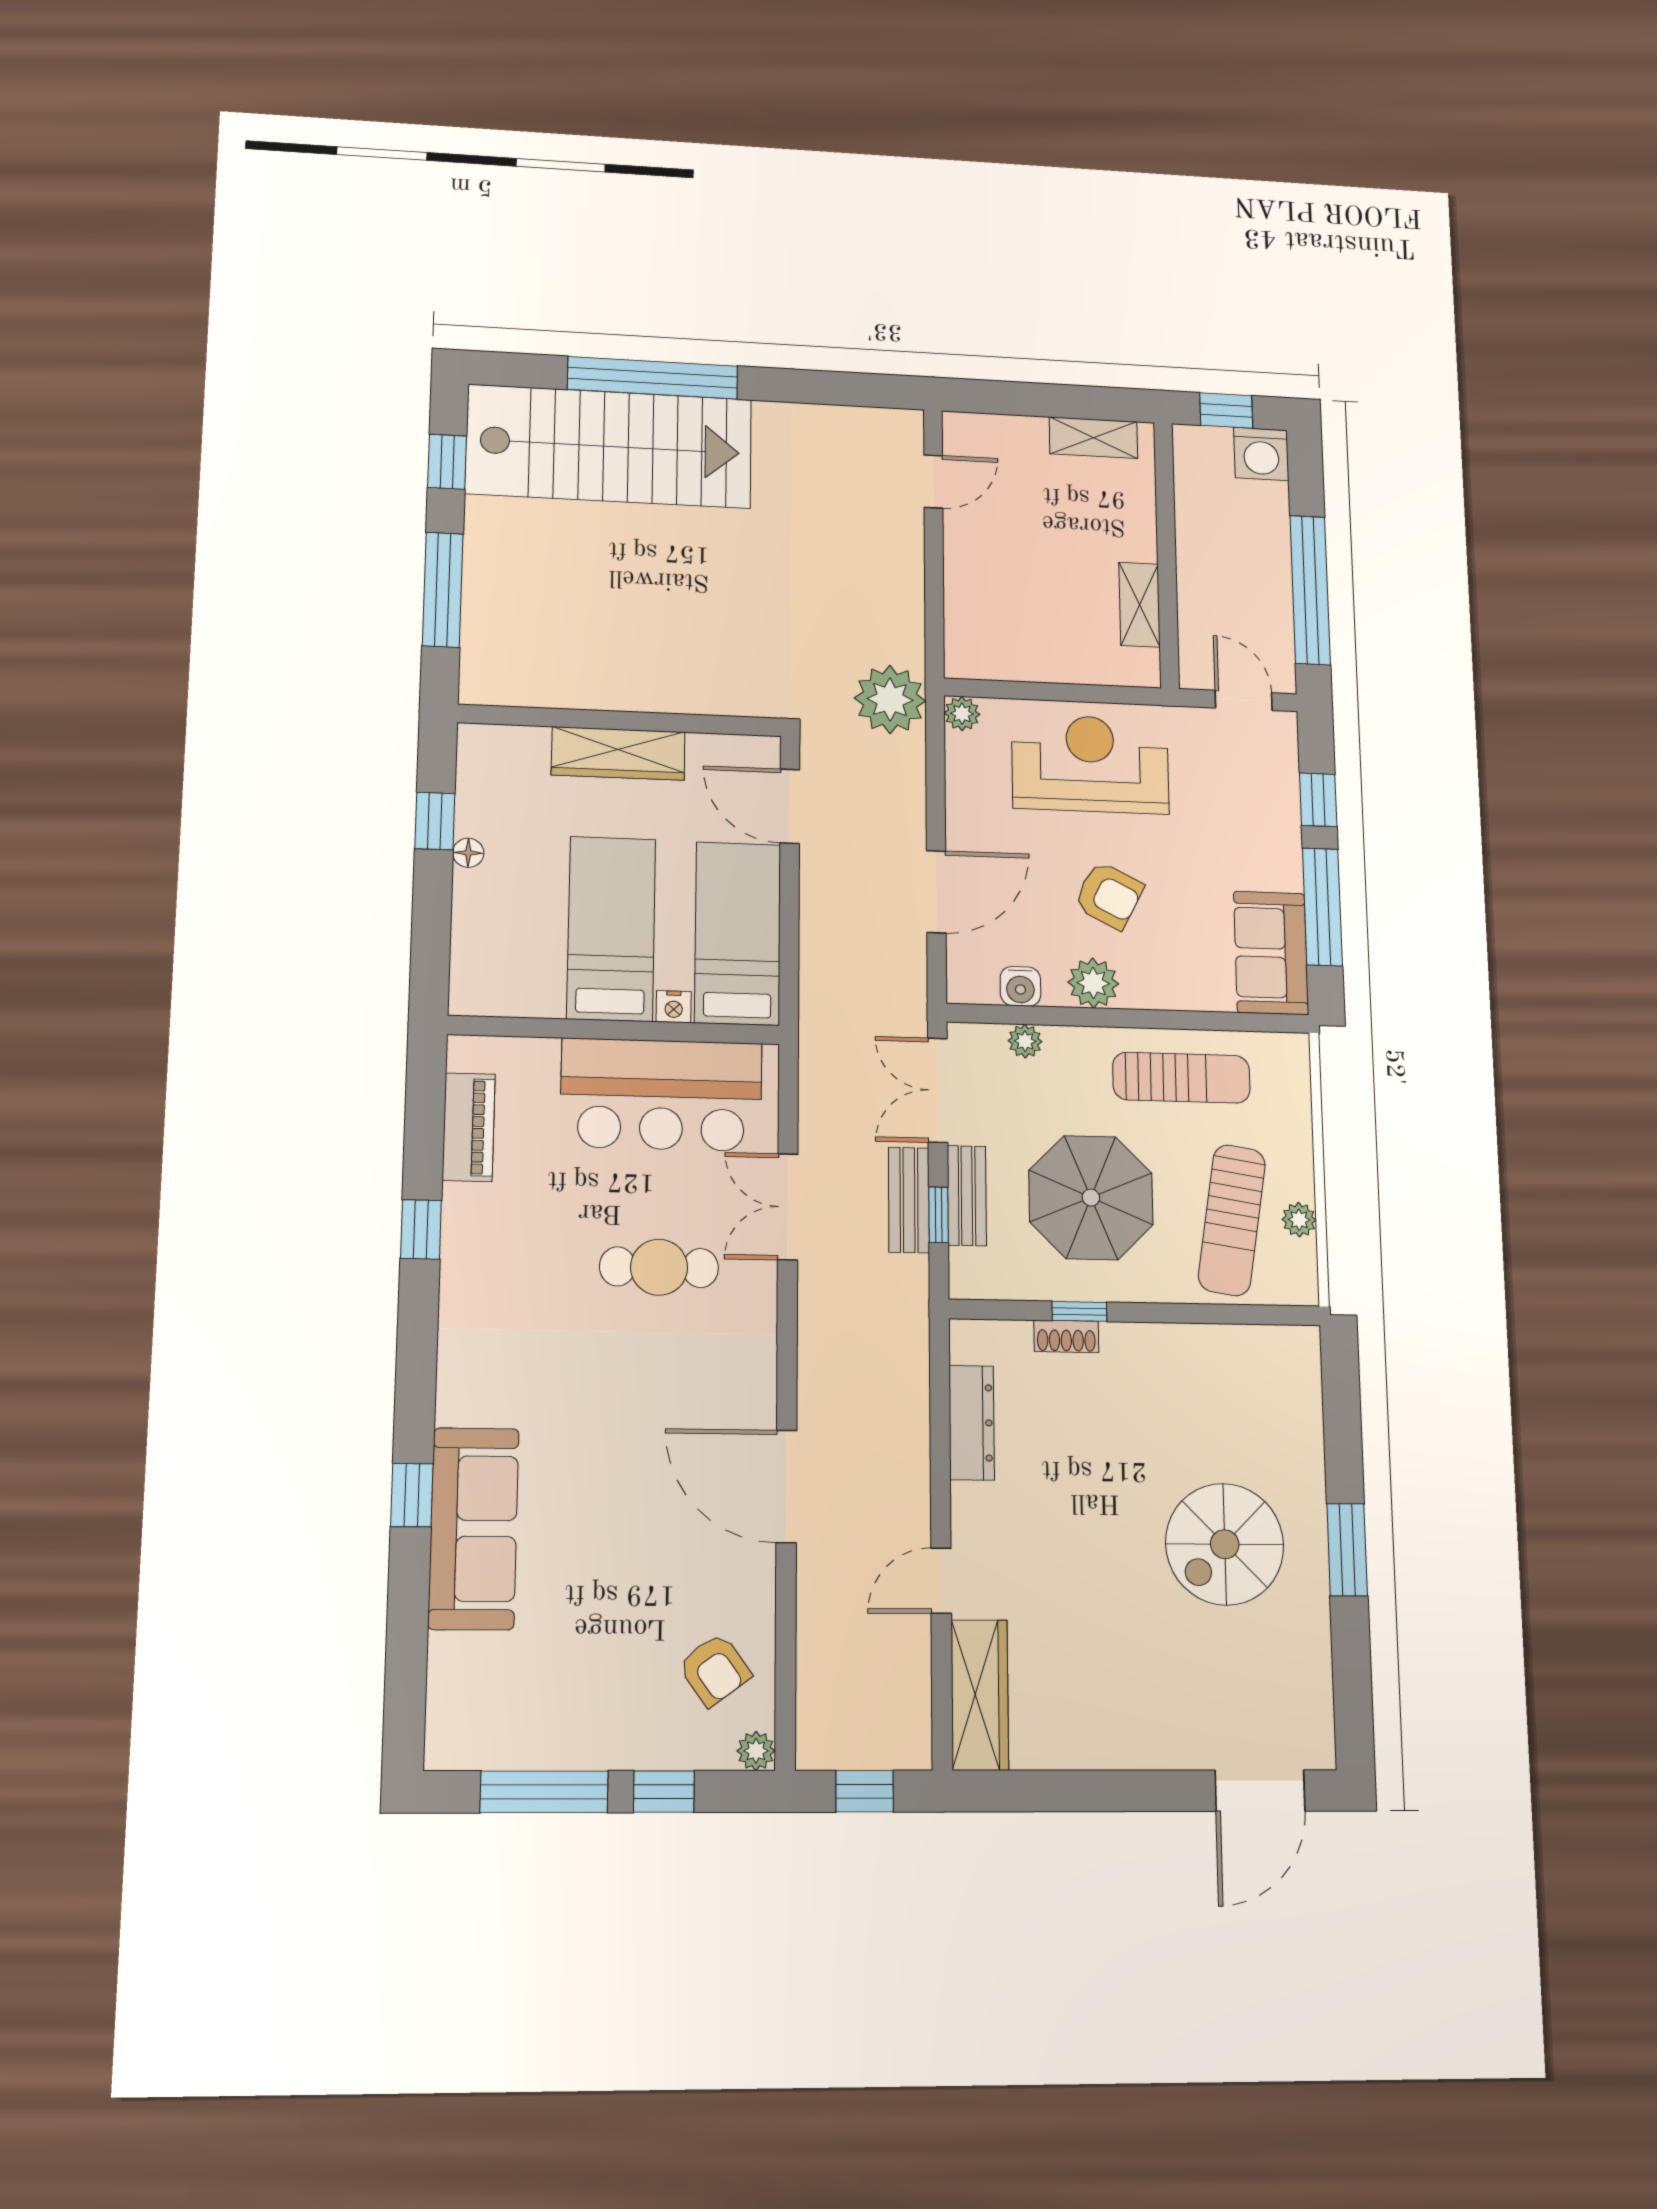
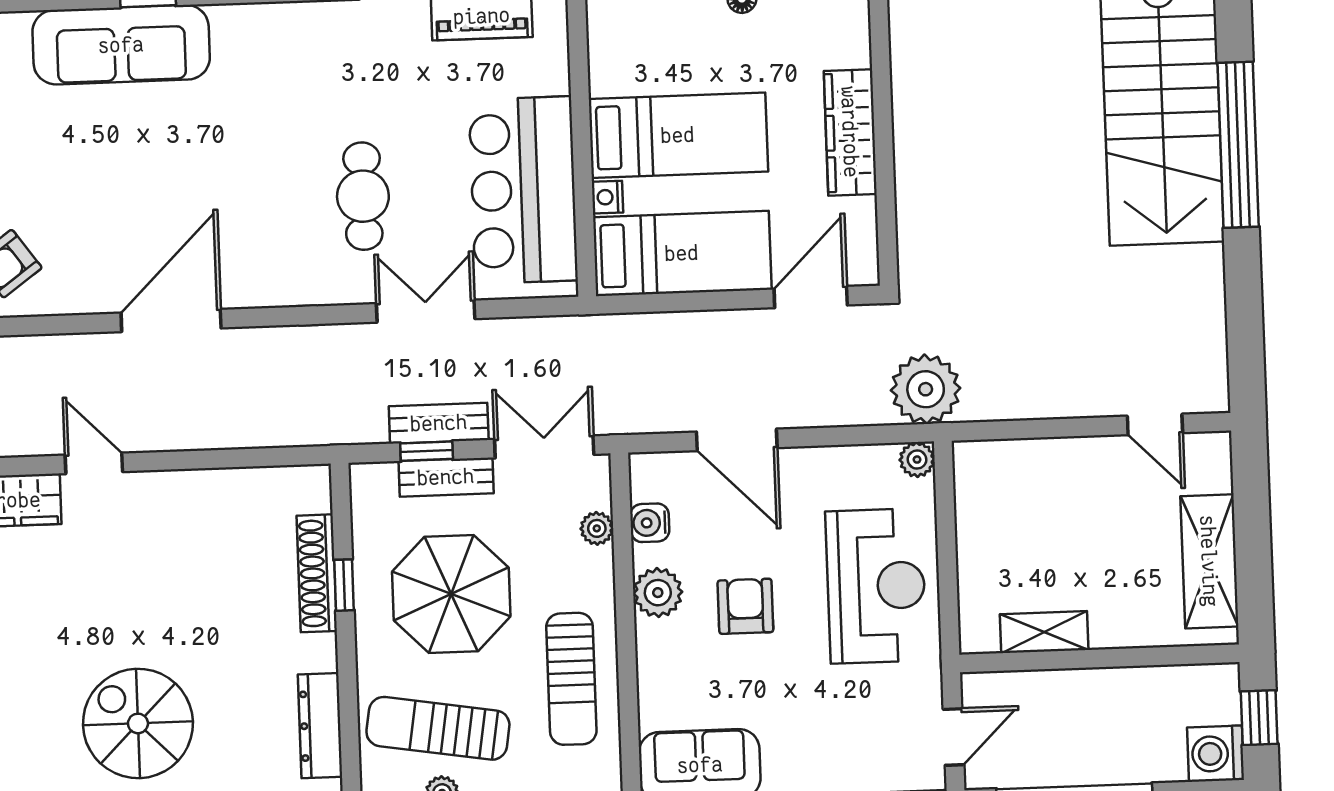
shelving: (1093, 438) -> (1209, 561), width x1.50, depth x1.33
armchair: (1109, 895) -> (745, 606), turned 153
shoe rack: (1066, 1336) -> (317, 573), width x1.94, depth x1.24
dresser: (972, 1423) -> (320, 726), moved, turned 90

